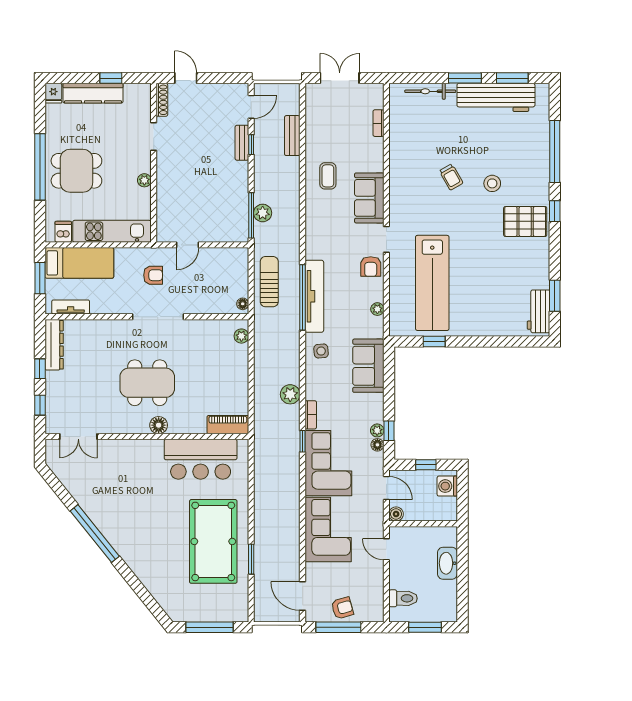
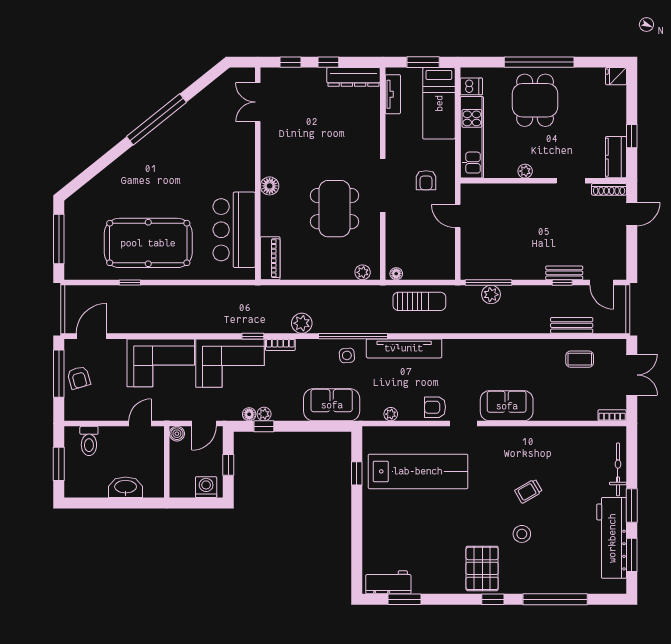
kitchen counter: (93, 93) -> (616, 157), moved, width x0.67
bookcase: (378, 123) -> (612, 415), moved
coffee table: (328, 176) -> (580, 359), moved
lab bench: (432, 283) -> (418, 471), turned 180
window: (303, 297) -> (353, 336), moved
dining table: (147, 383) -> (335, 209), moved
window: (251, 559) -> (130, 283), width x0.67

